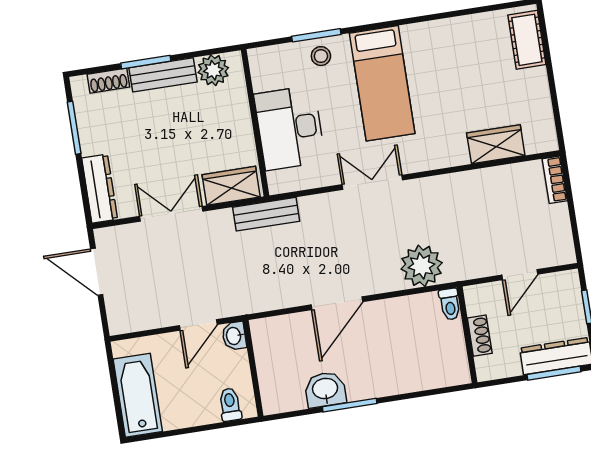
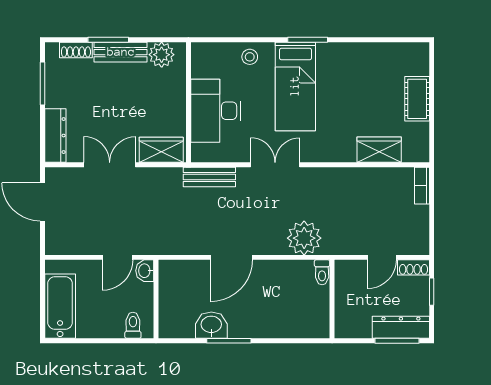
window: (316, 35) -> (308, 40), moved
cot: (527, 40) -> (417, 99), moved
bench: (266, 214) -> (209, 177), moved
shoe rack: (480, 336) -> (414, 267), moved, turned 90

